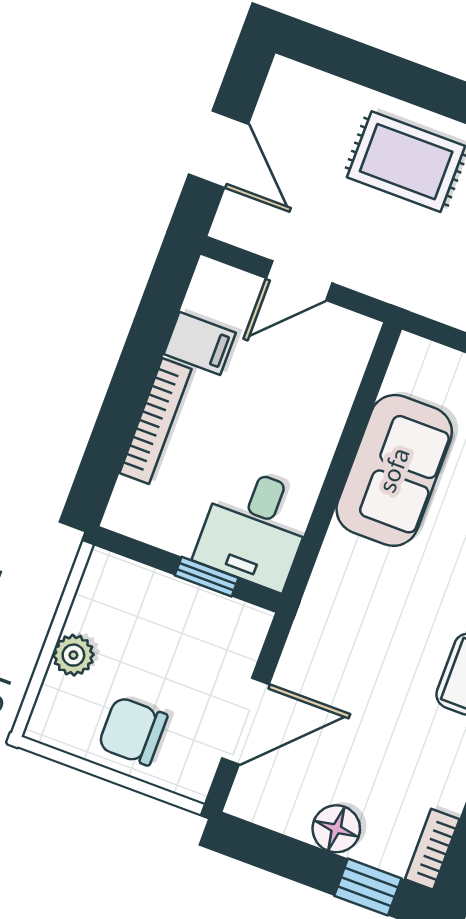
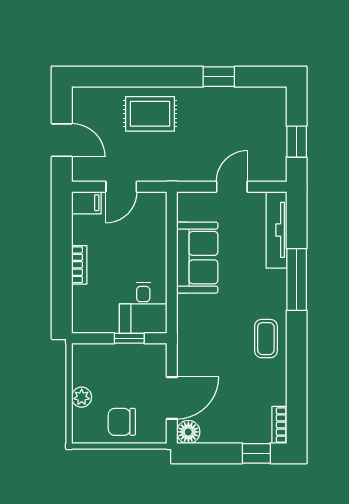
filing cabinet: (200, 343) -> (86, 203), moved
bookcase: (155, 421) -> (79, 265), width x0.64
floor lamp: (336, 829) -> (188, 432), moved

